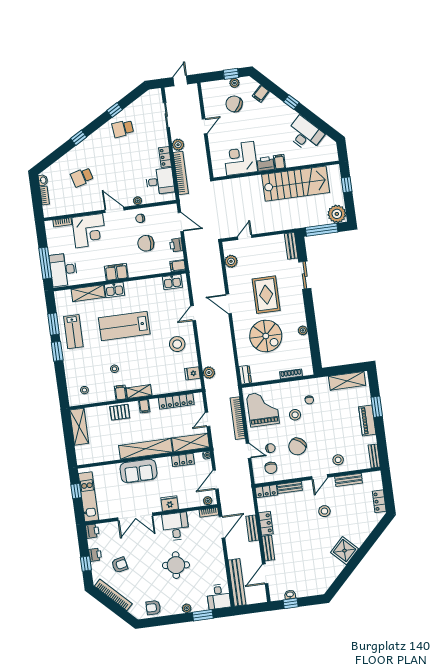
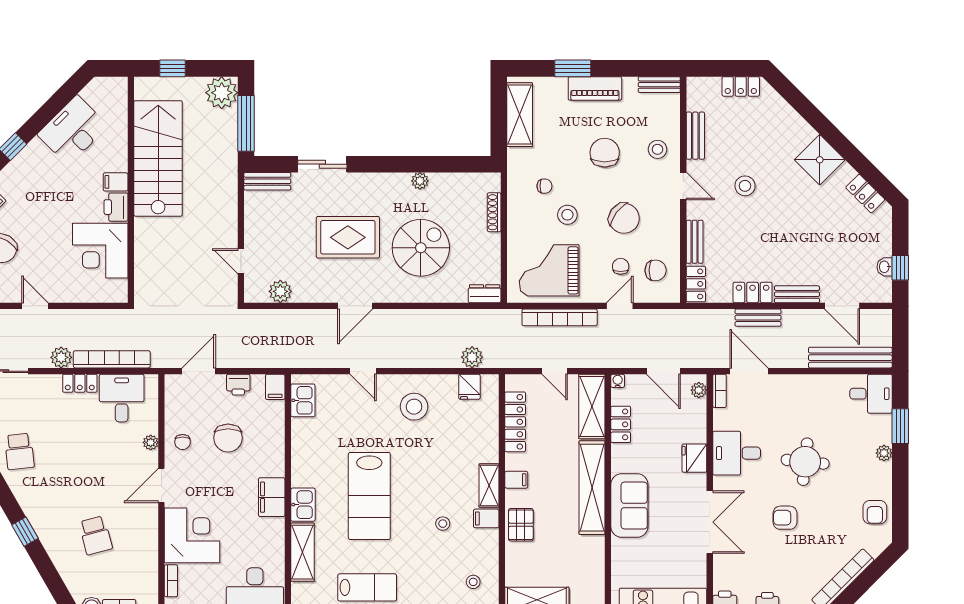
chair: (332, 431) -> (605, 153), added
armchair: (120, 565) -> (785, 518), moved, turned -78
locker: (329, 578) -> (865, 194), added

